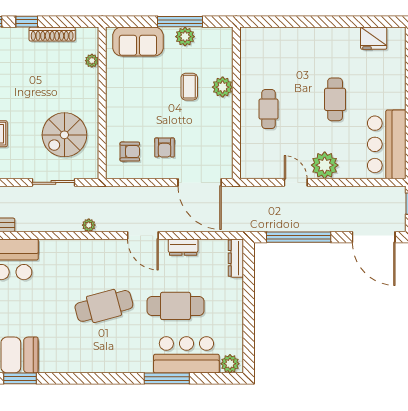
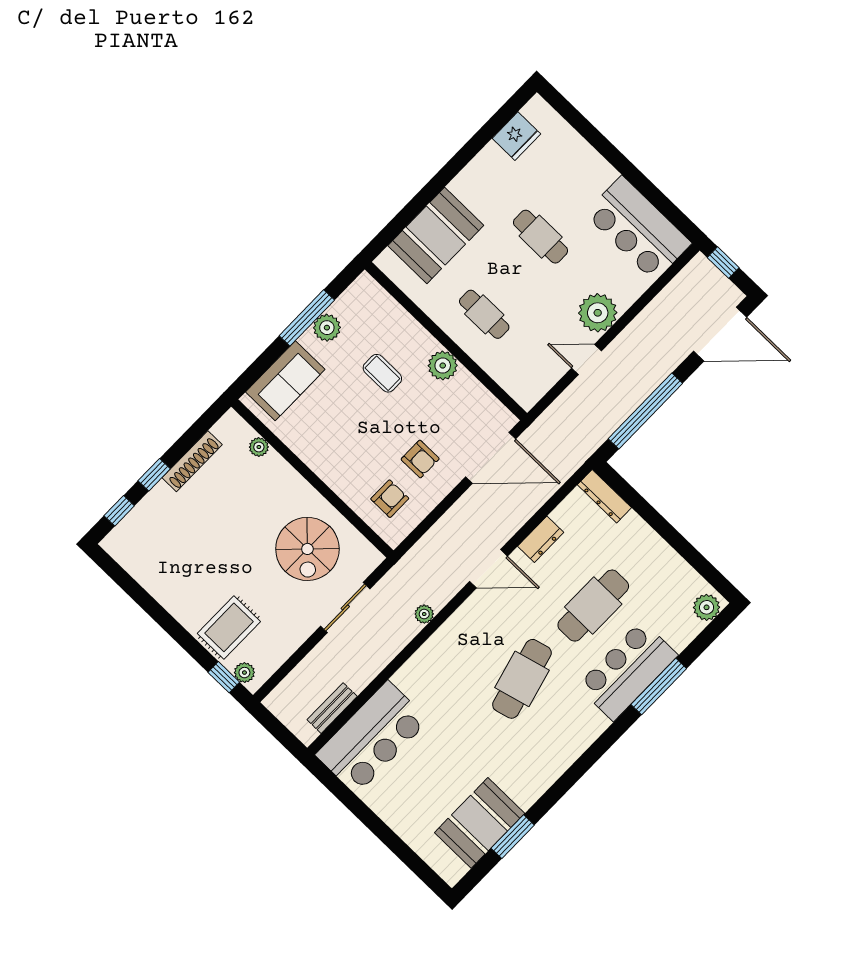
booth: (284, 46) -> (436, 235), added
plant: (223, 87) -> (443, 366), moved
bar counter: (186, 355) -> (627, 671), moved

